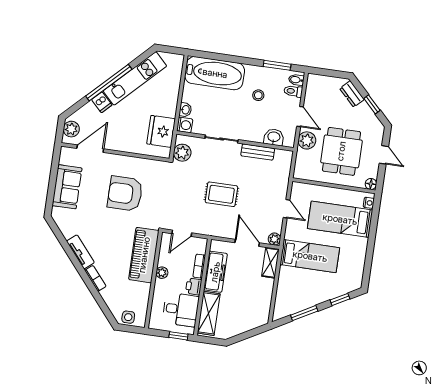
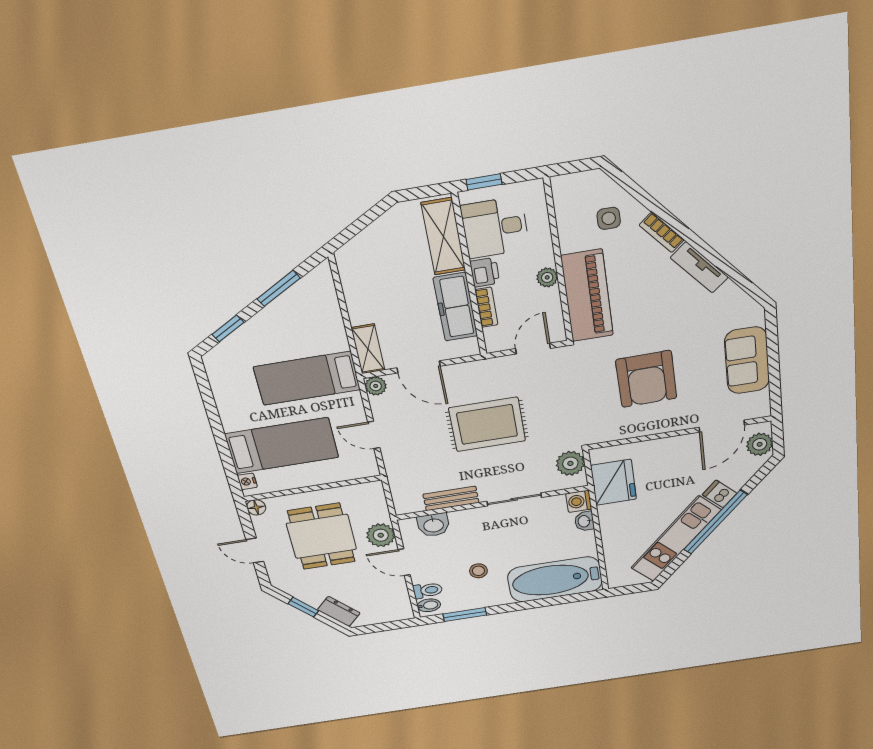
armchair: (125, 194) -> (646, 379), turned 89
rug: (221, 194) -> (487, 424), width x1.36, depth x1.43
side table: (128, 317) -> (609, 218), moved

